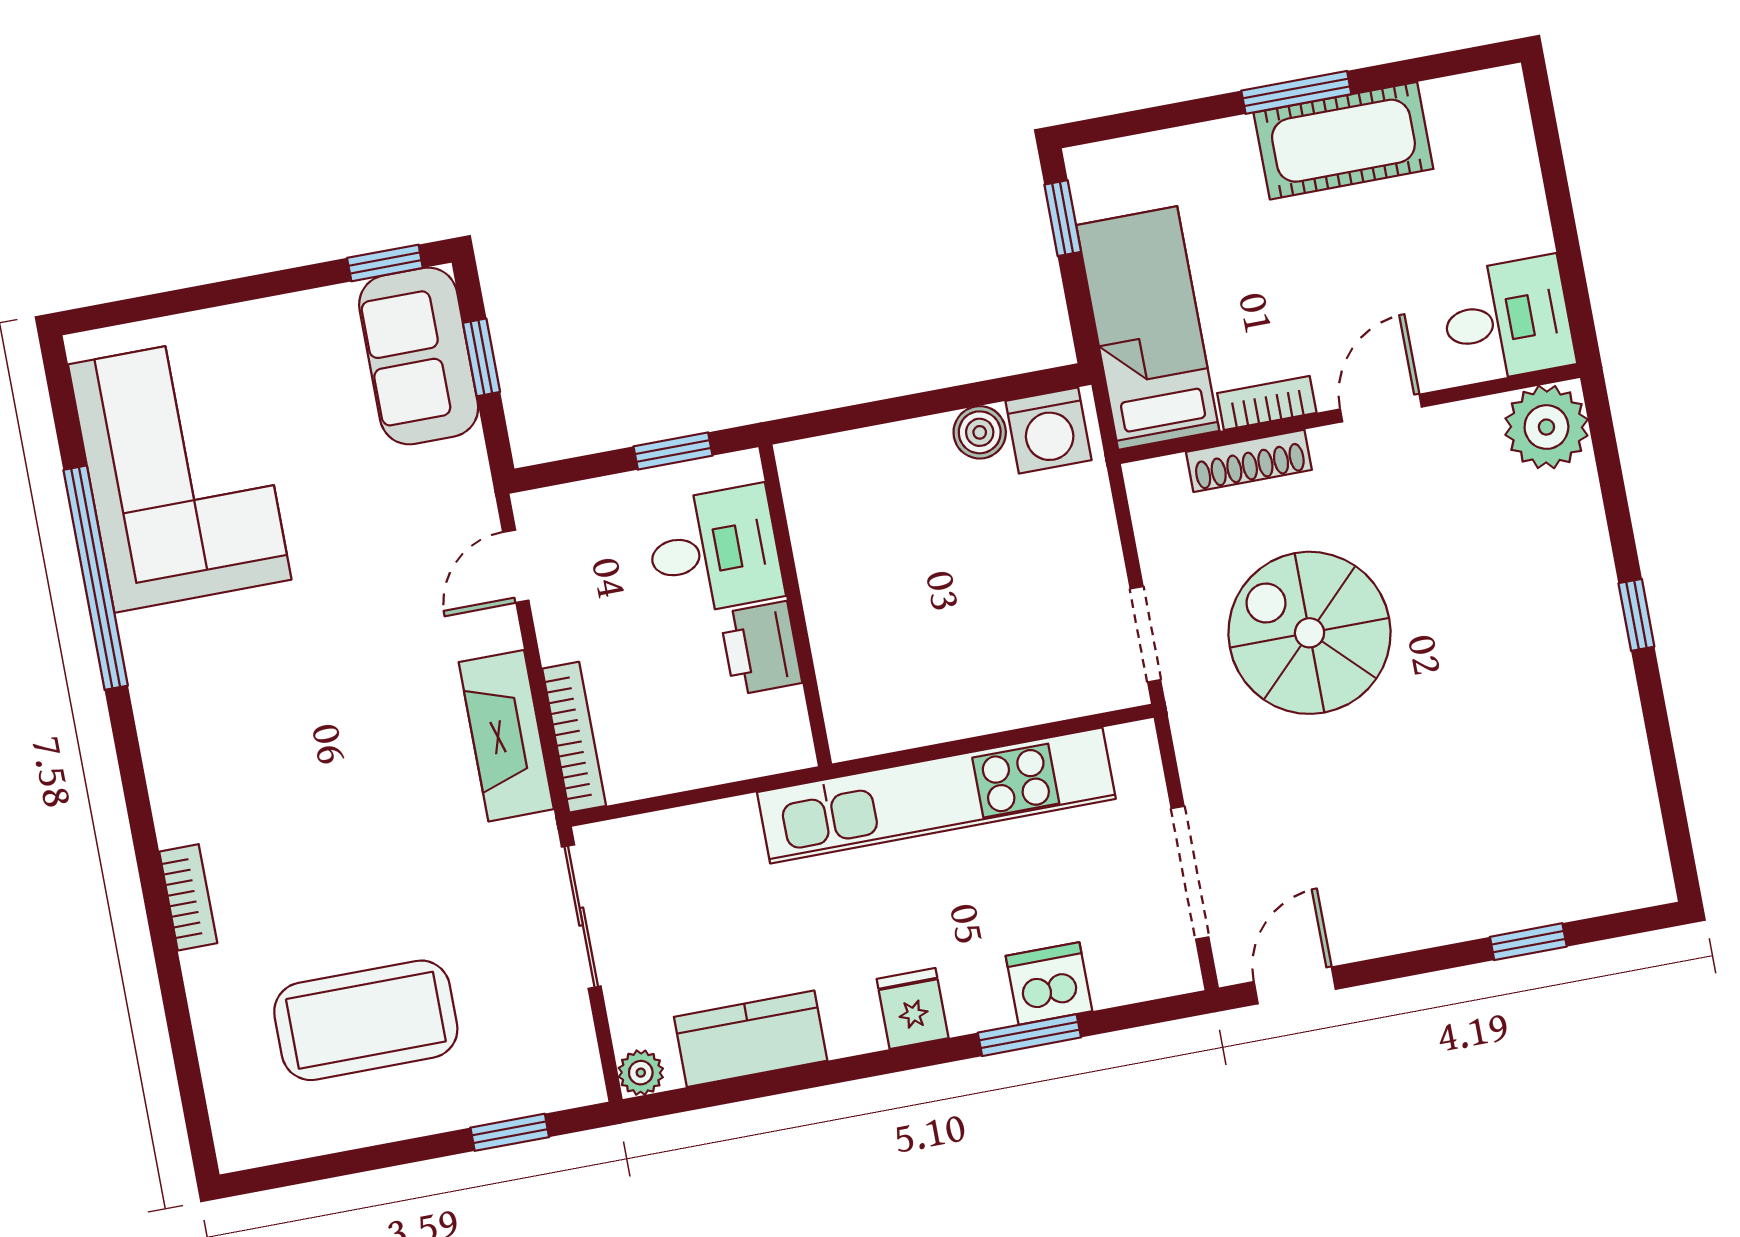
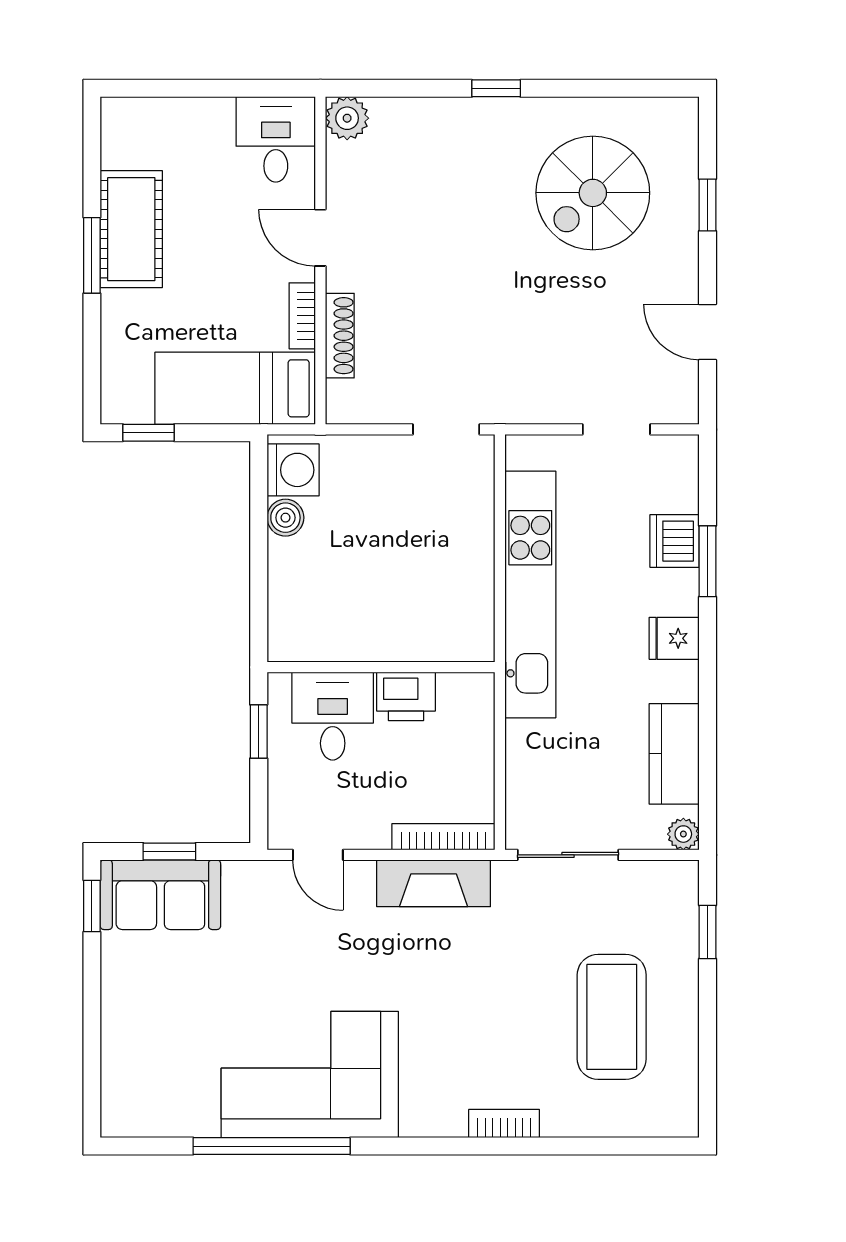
plant: (1546, 427) -> (347, 118), width x0.73, depth x0.73
corner sofa: (180, 472) -> (310, 1074), moved
spiral stairs: (1310, 633) -> (593, 193), moved
doorway: (1190, 873) -> (616, 429), width x0.73
door: (1295, 985) -> (708, 332), moved

